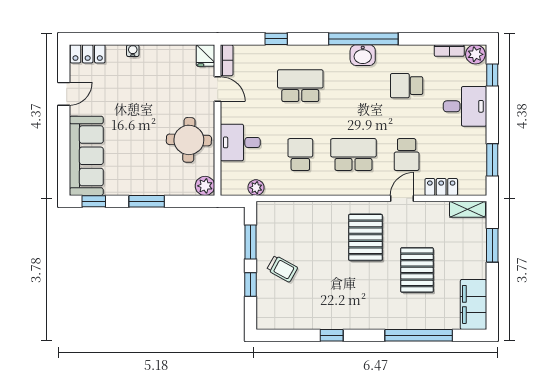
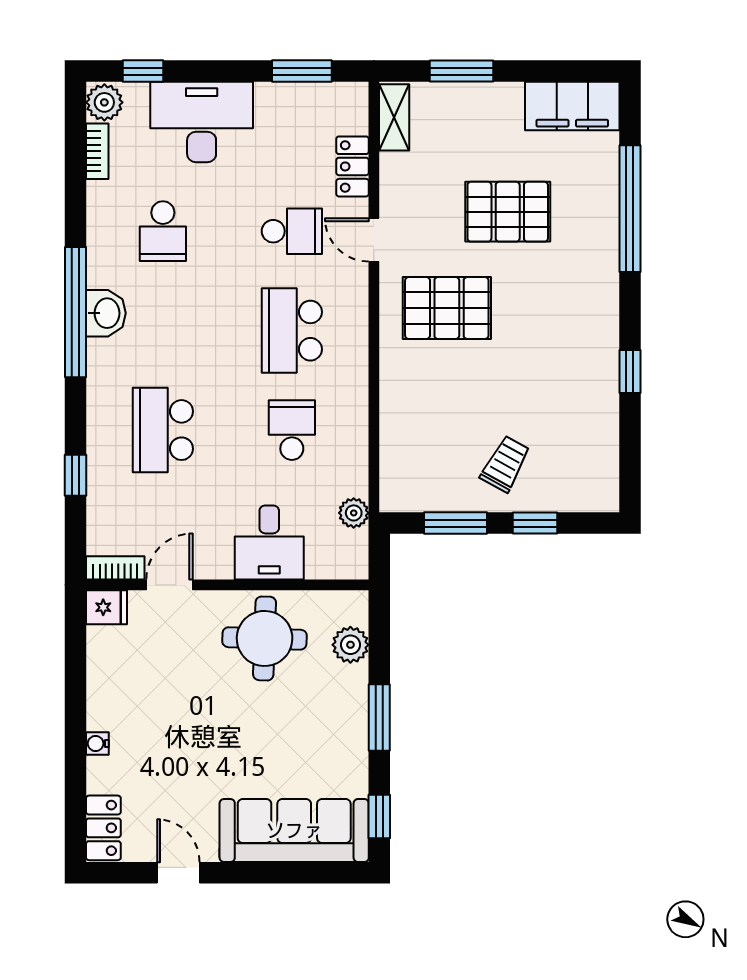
desk: (465, 106) -> (202, 122), width x1.37
school desk: (300, 155) -> (292, 430), turned 90
plant: (205, 186) -> (350, 645), moved

